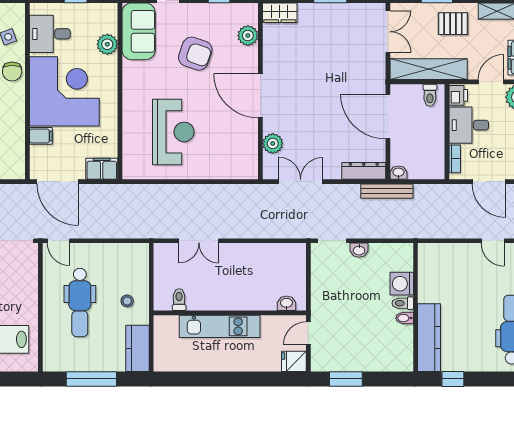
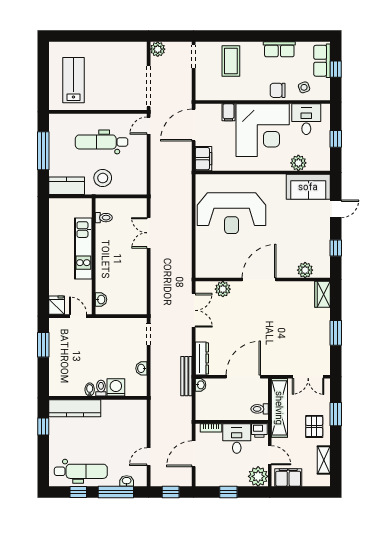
armchair: (195, 54) -> (291, 230), removed
reception desk: (173, 132) -> (232, 213), width x1.36, depth x1.30
washbasin: (359, 250) -> (141, 368), moved
stool: (127, 301) -> (103, 178), width x1.89, depth x1.89

